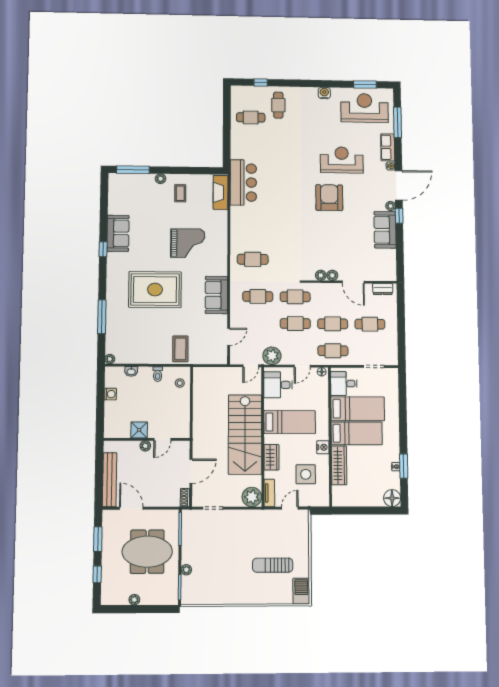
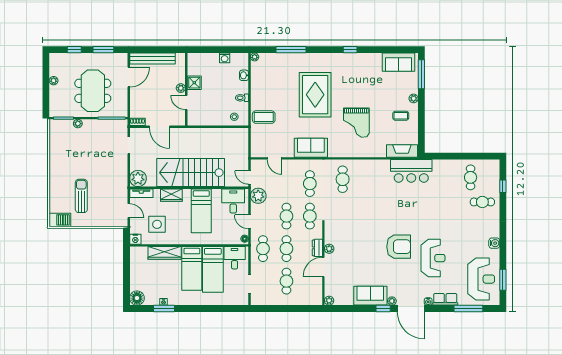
sofa: (118, 233) -> (399, 62), moved
plant: (321, 275) -> (329, 301), moved
dresser: (383, 289) -> (317, 248), moved
nightstand: (323, 447) -> (135, 239), moved

